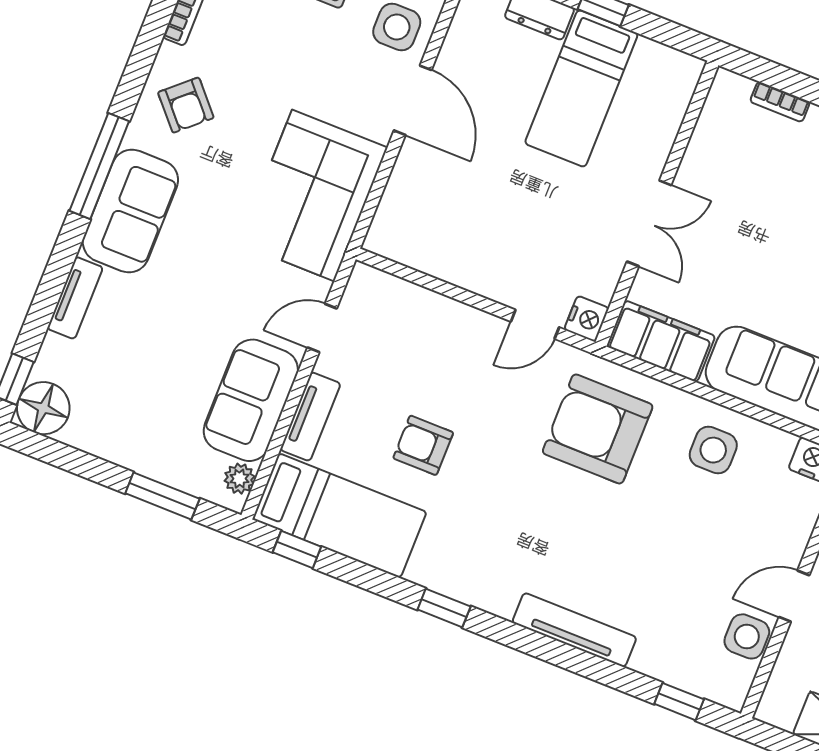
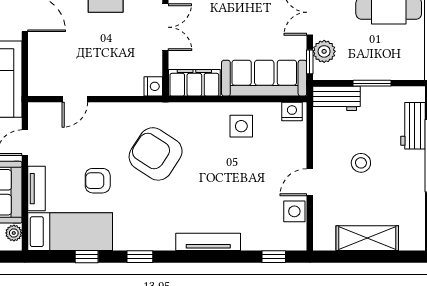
door: (535, 324) -> (75, 99), moved
armchair: (598, 429) -> (156, 154), moved, turned 33
window: (297, 549) -> (87, 257), moved

